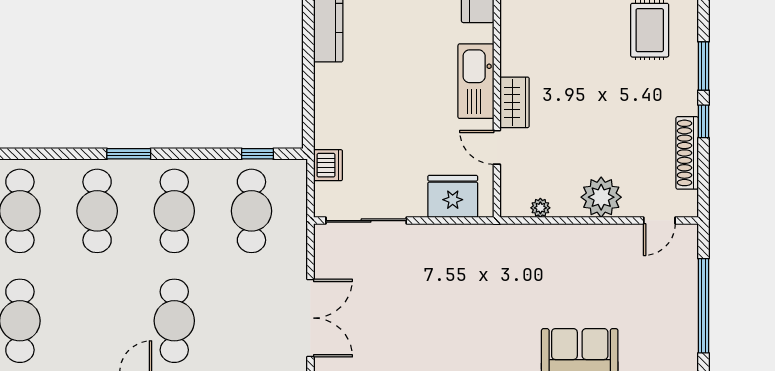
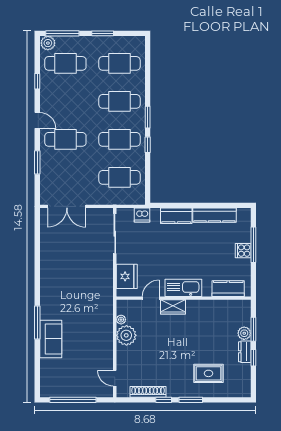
kitchen counter: (329, 96) -> (176, 216), added
window: (257, 154) -> (148, 145), moved
plant: (601, 197) -> (126, 335), moved

